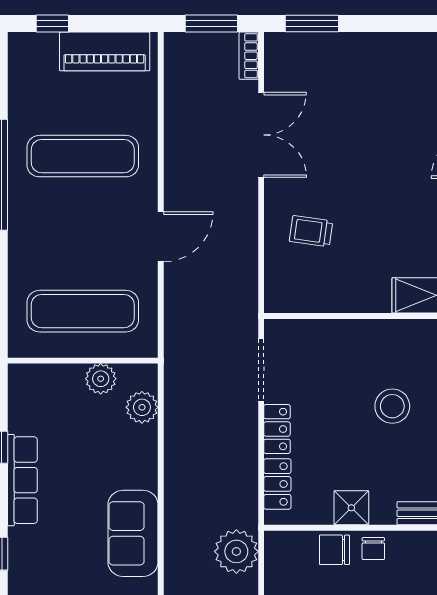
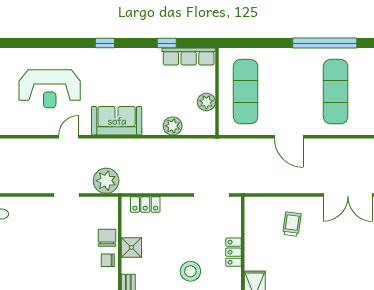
plant: (142, 407) -> (173, 126), moved
locker: (277, 429) -> (234, 252), moved, turned 90
row of seats: (22, 480) -> (189, 57), moved

